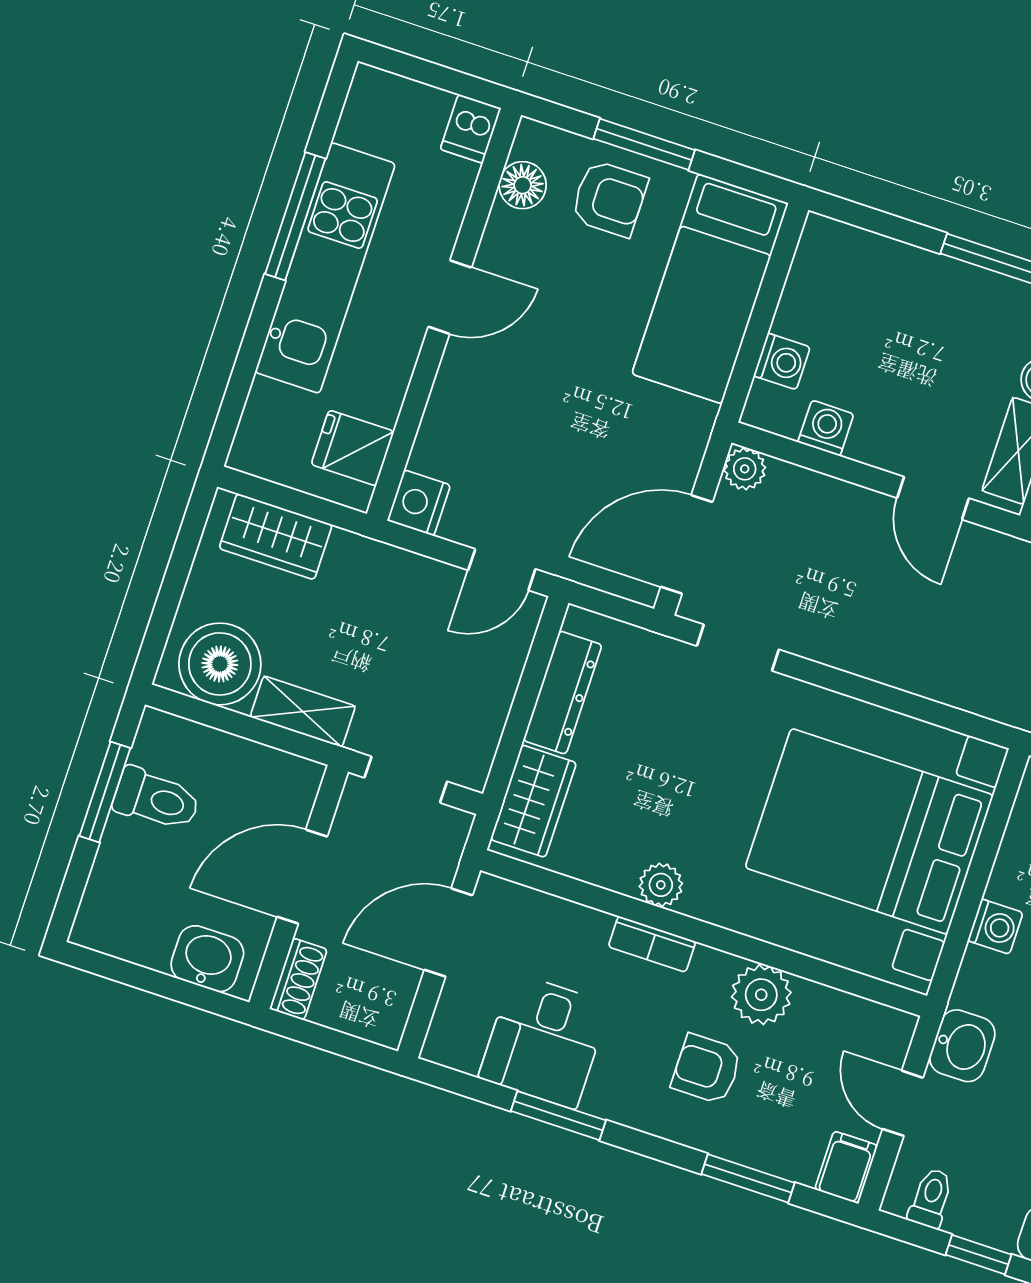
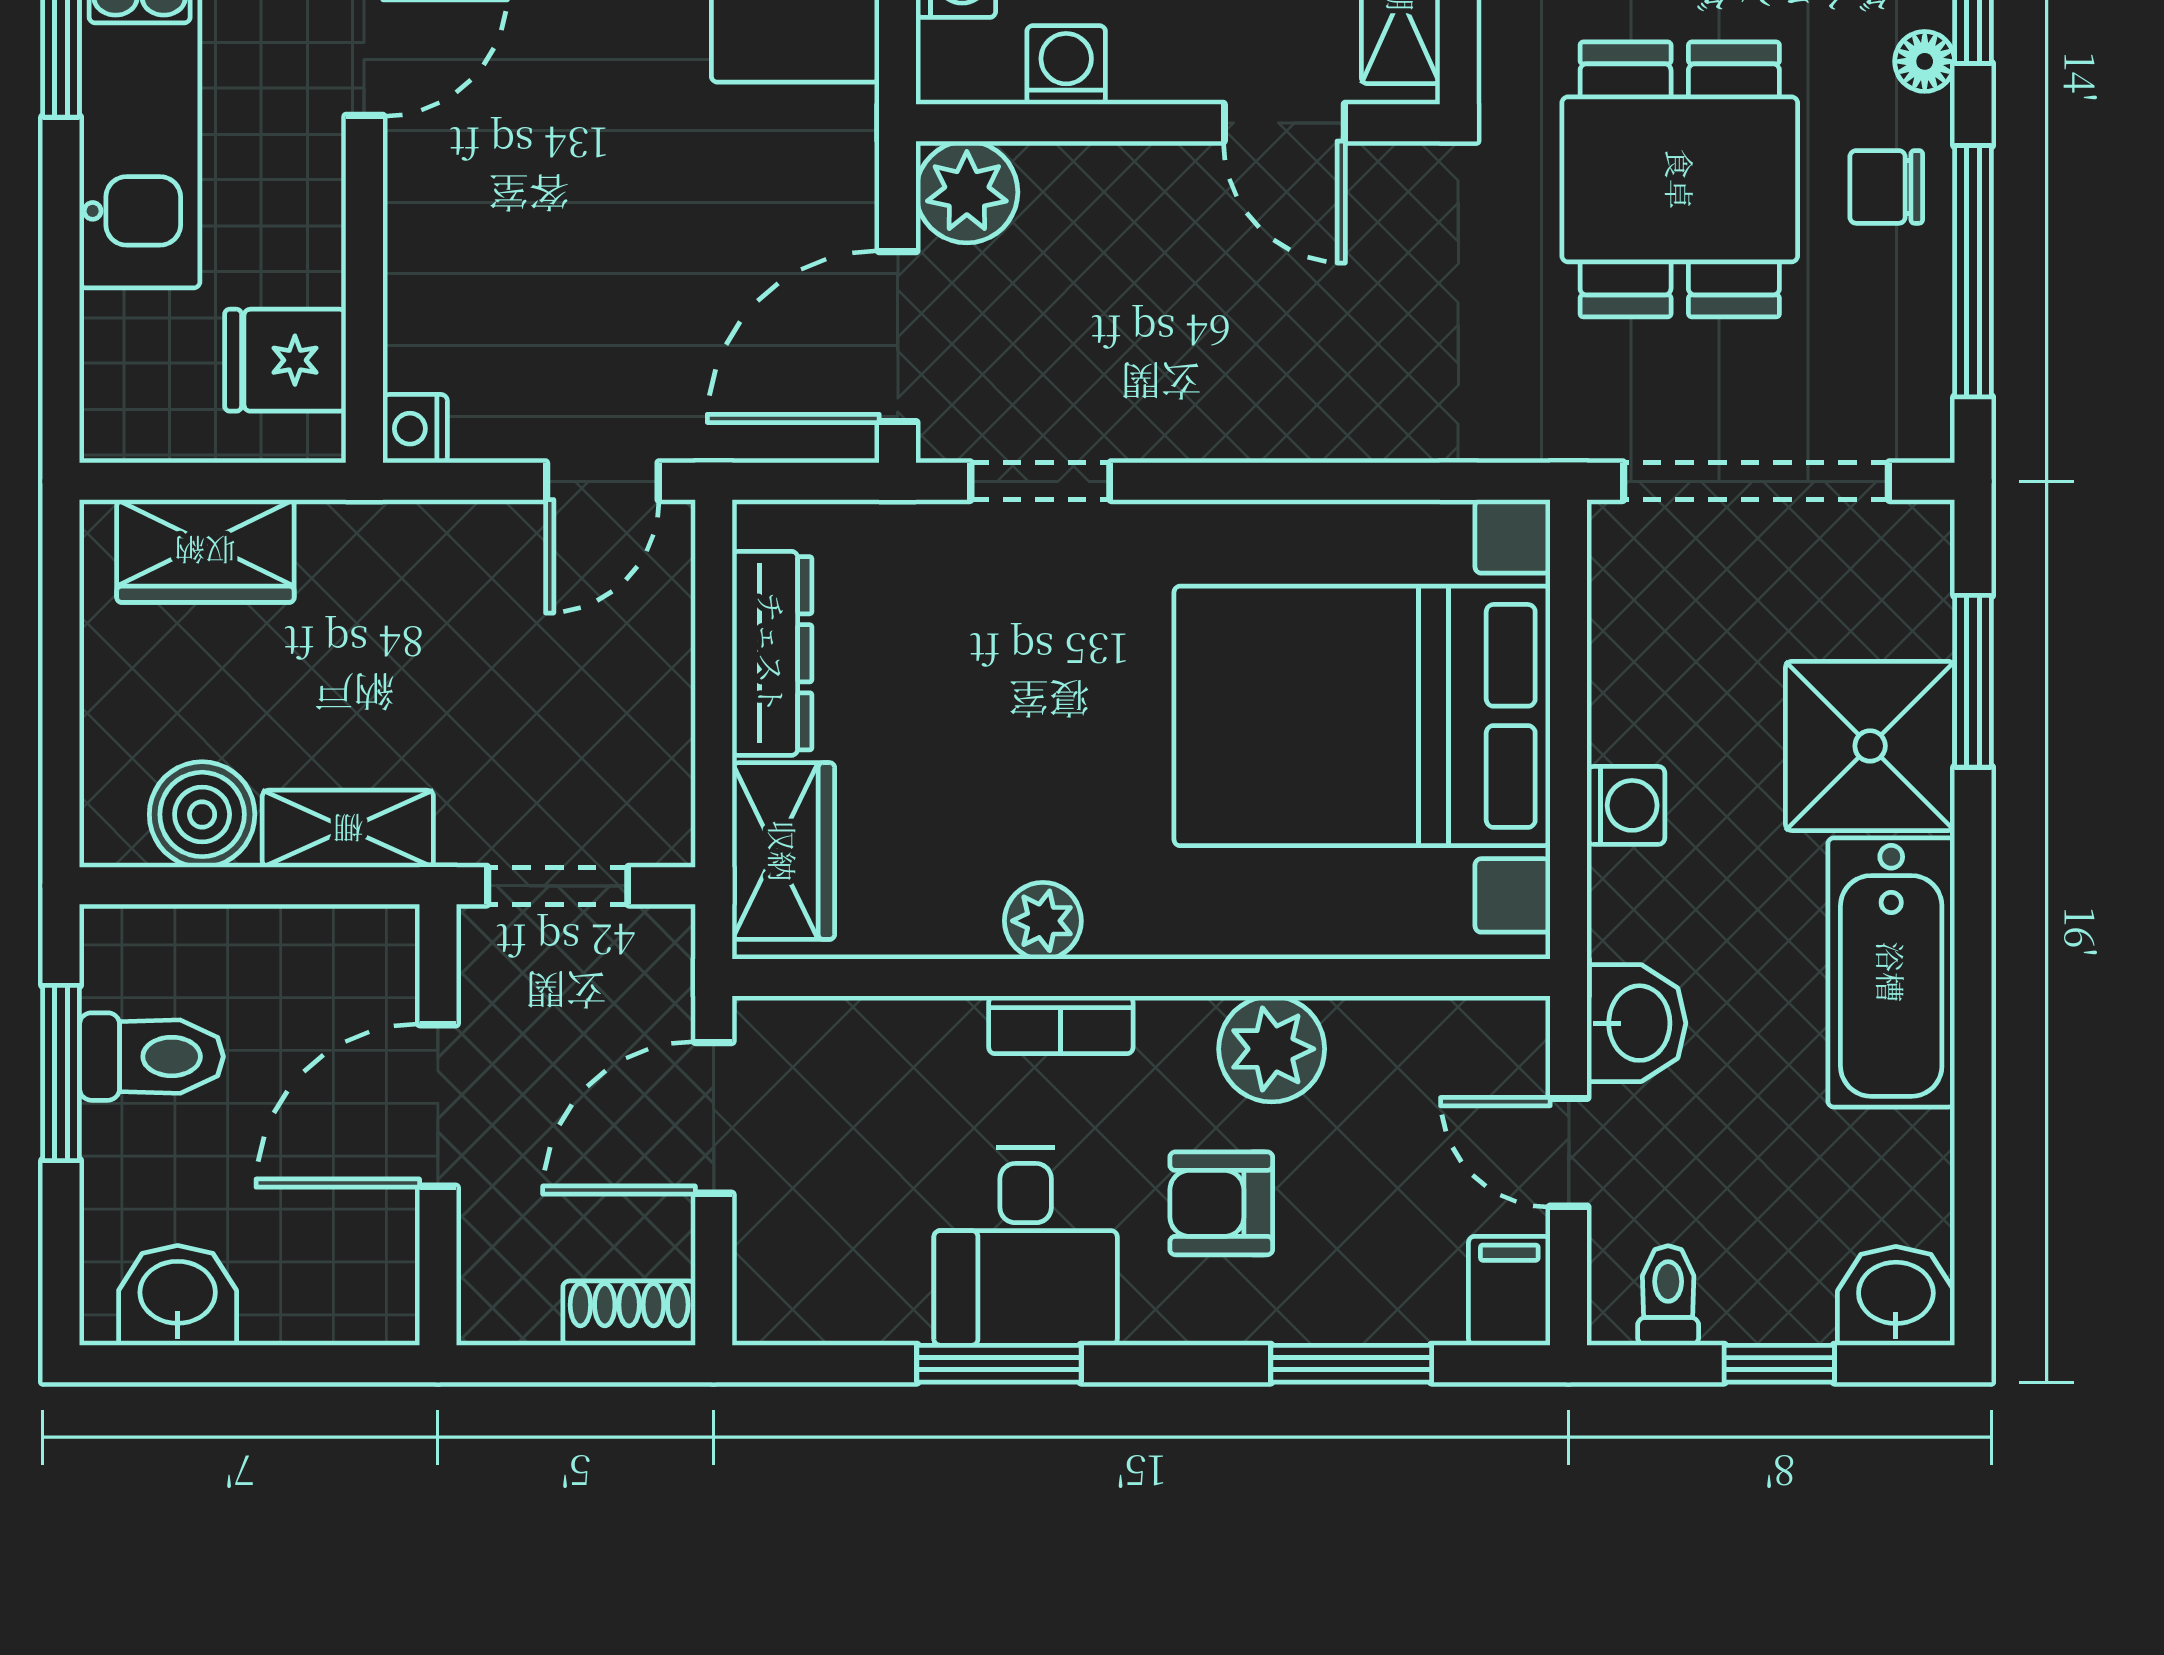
plant: (745, 469) -> (967, 192), width x1.38, depth x1.38
nightstand: (419, 503) -> (415, 429), width x0.72, depth x0.74
boiler: (220, 664) -> (202, 814), width x0.73, depth x0.73
washbasin: (207, 959) -> (178, 1295), moved
shoe rack: (298, 979) -> (629, 1313), moved, turned -90
desk: (544, 1041) -> (1026, 1246), moved

